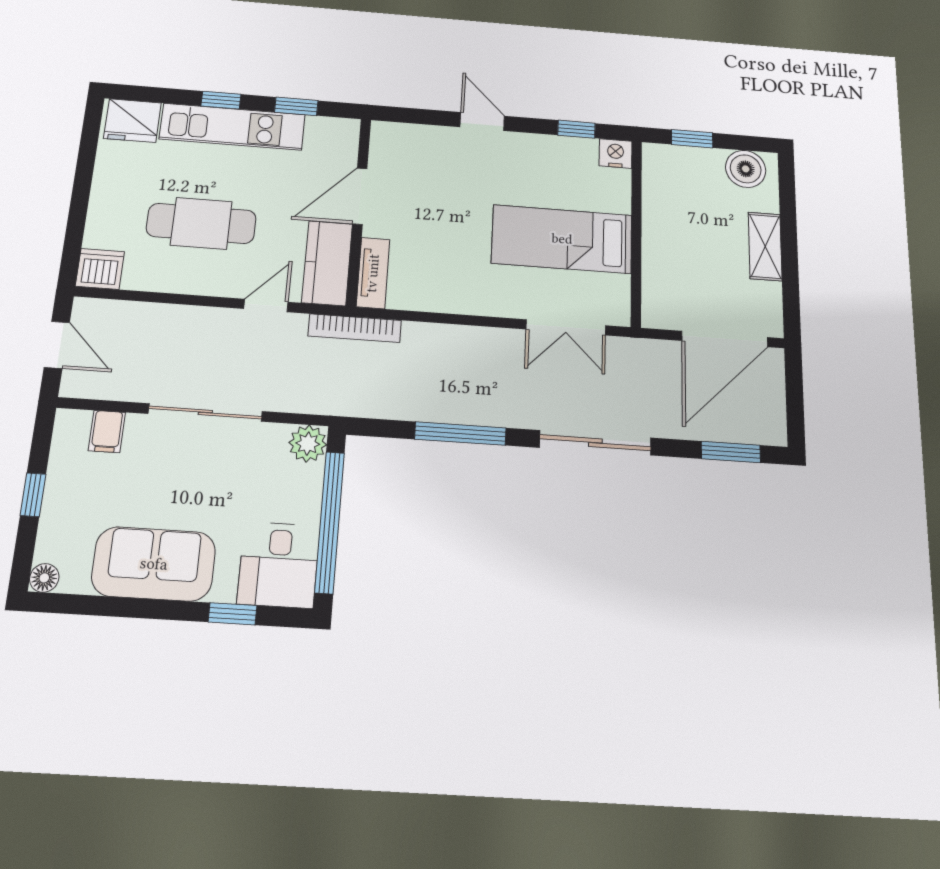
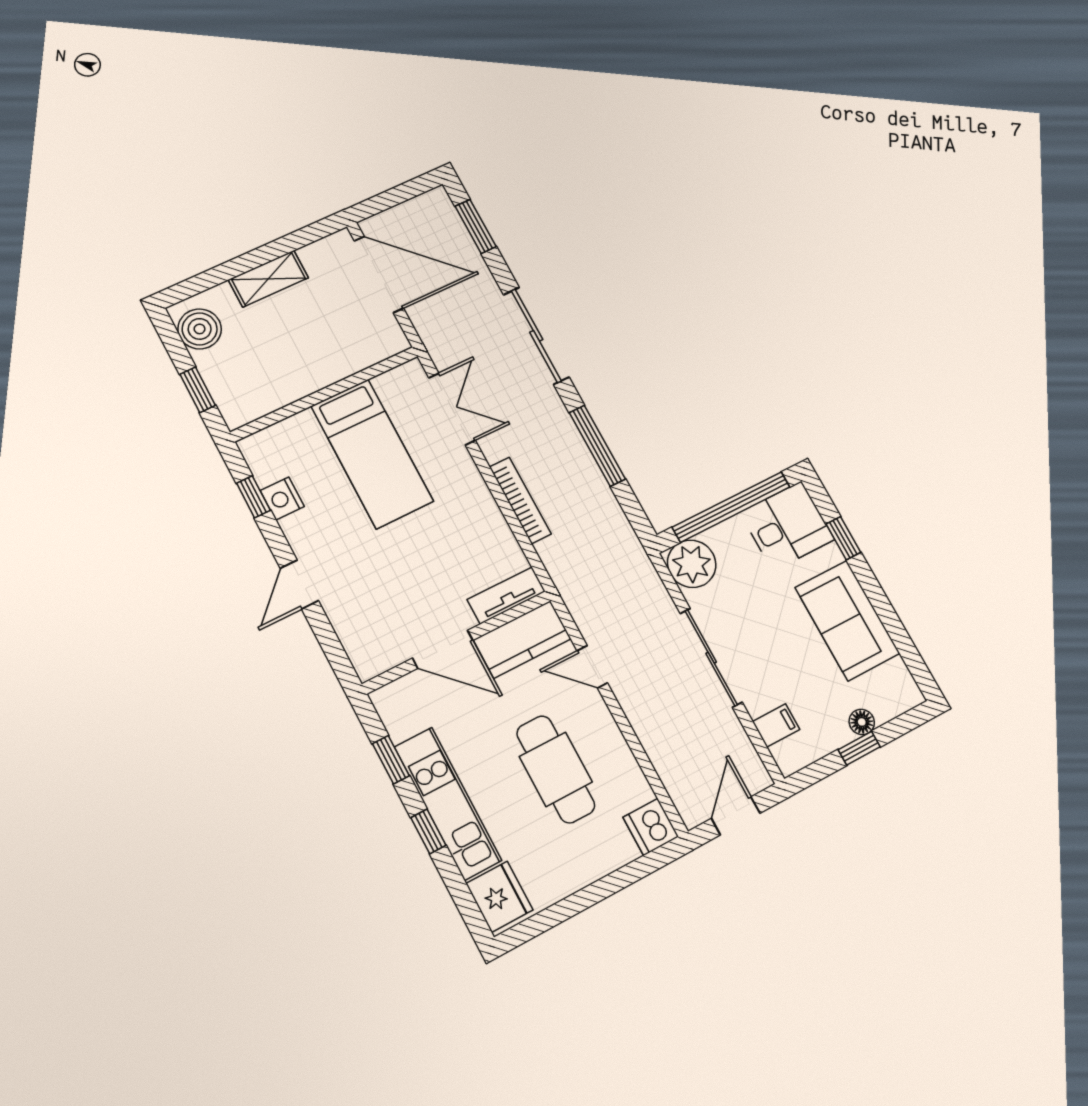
nightstand: (616, 153) -> (282, 499), moved
bookcase: (355, 328) -> (520, 500), moved
plant: (308, 444) -> (692, 564), width x1.36, depth x1.36
floor lamp: (44, 578) -> (862, 722), moved

